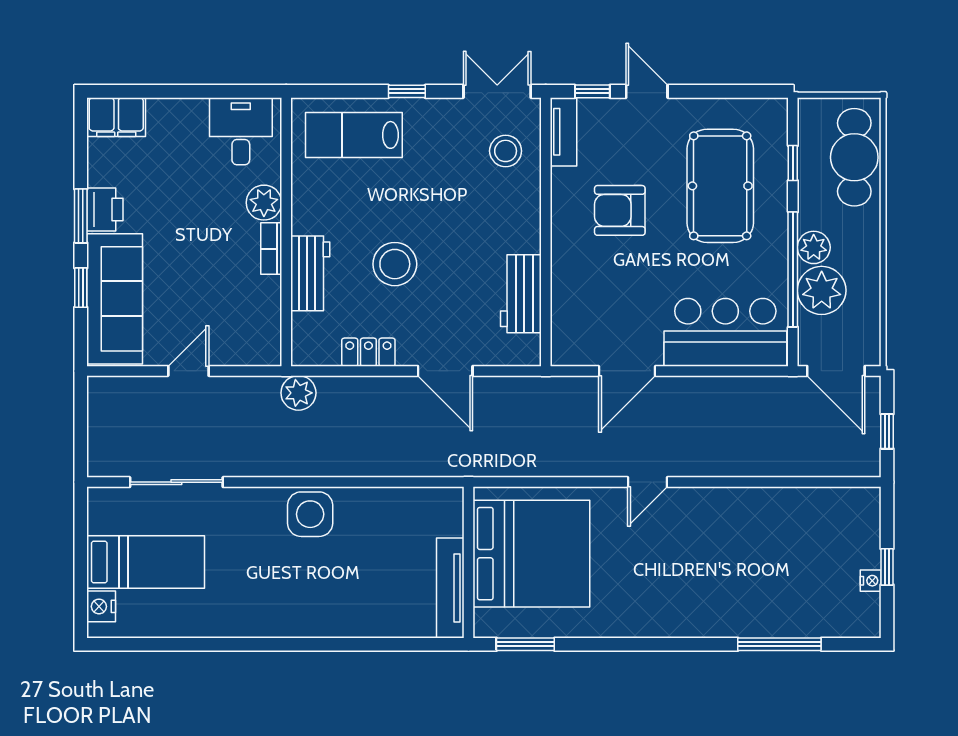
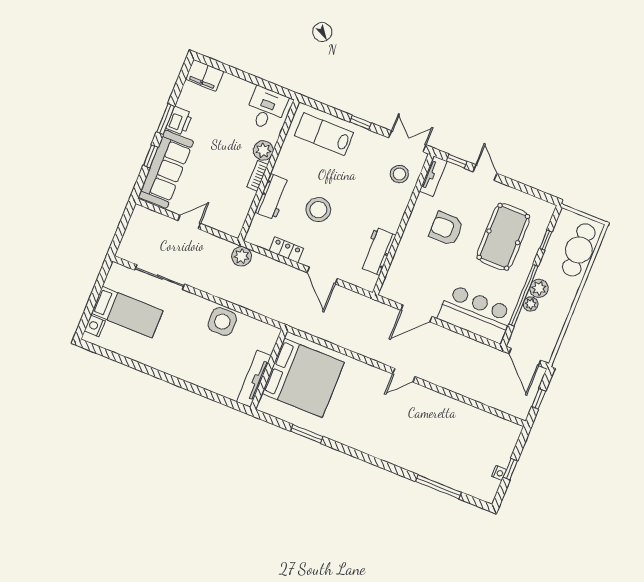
plant: (822, 290) -> (531, 304), width x0.53, depth x0.53
bed: (531, 554) -> (303, 378), moved
wall: (468, 562) -> (269, 369), moved
tv unit: (450, 588) -> (254, 379), moved

